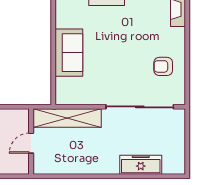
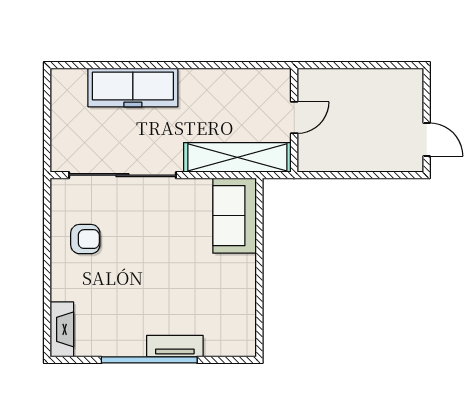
sofa: (69, 53) -> (235, 216), moved
freezer: (141, 165) -> (133, 88), width x1.36, depth x1.26

